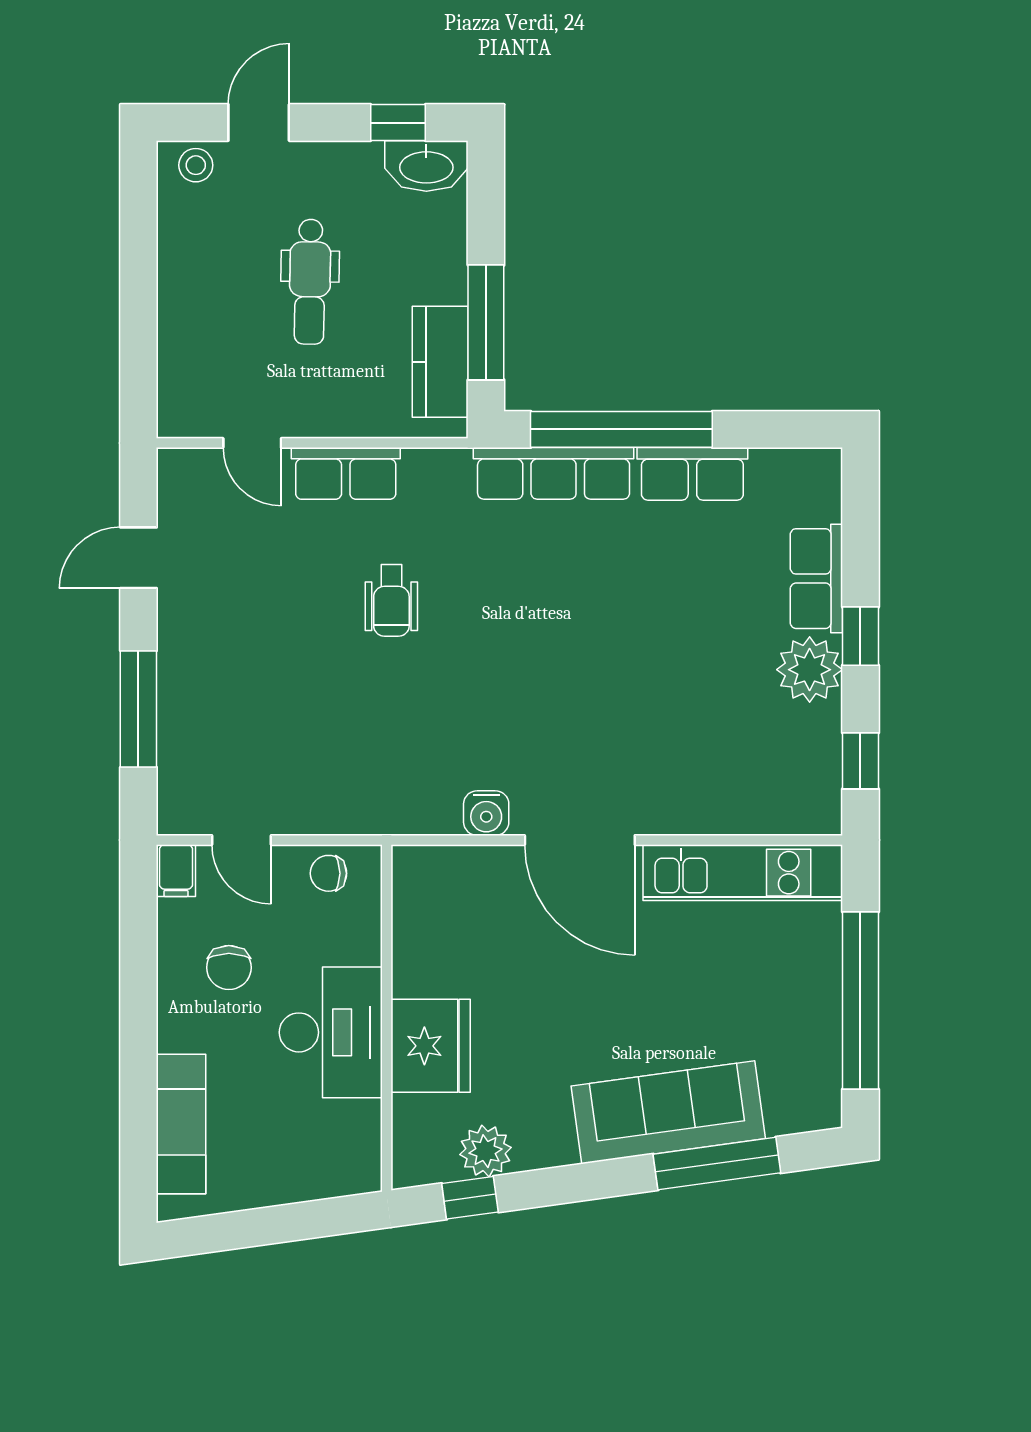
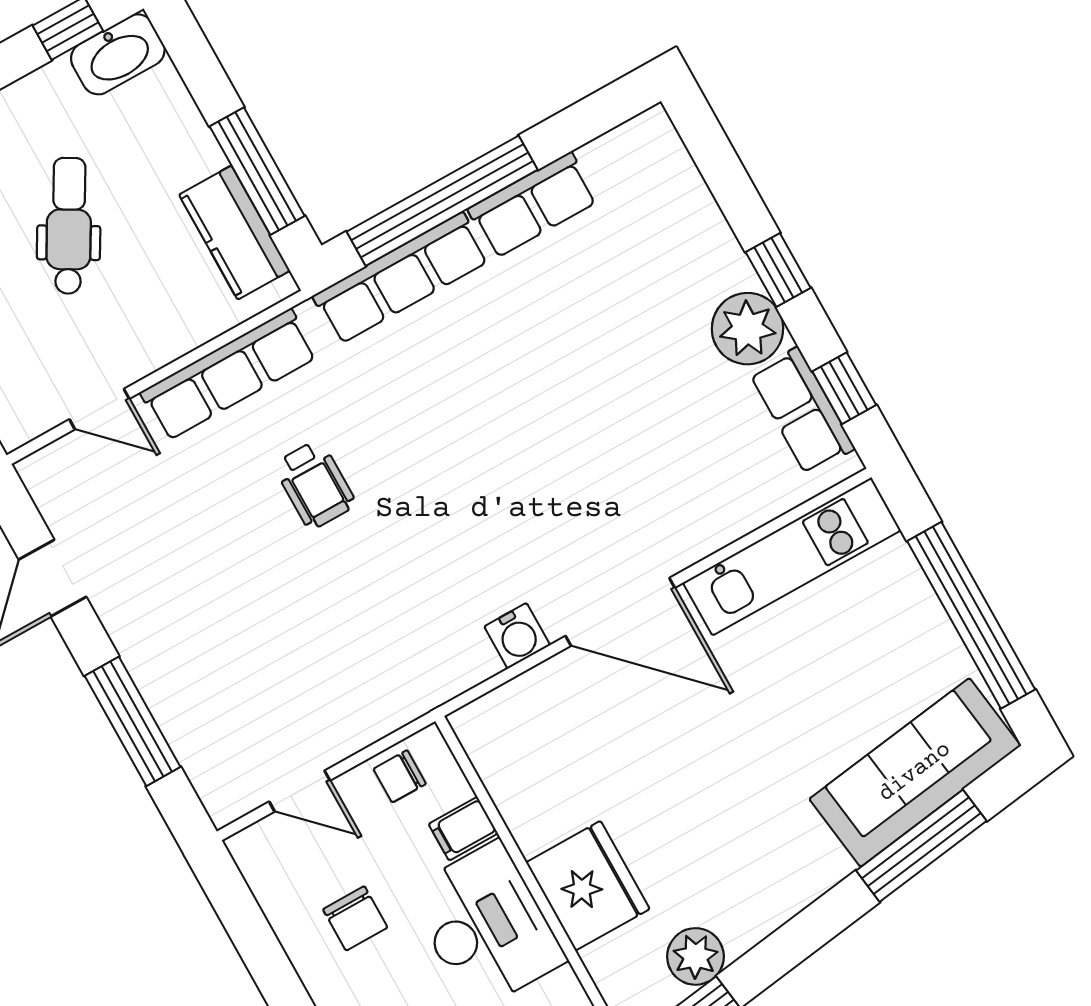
dental chair: (310, 282) -> (69, 226), turned -151
row of seats: (346, 473) -> (229, 375), width x1.48
row of seats: (816, 579) -> (802, 411), moved
filing cabinet: (176, 871) -> (463, 829), moved, turned 90
sofa: (668, 1112) -> (915, 772), moved

